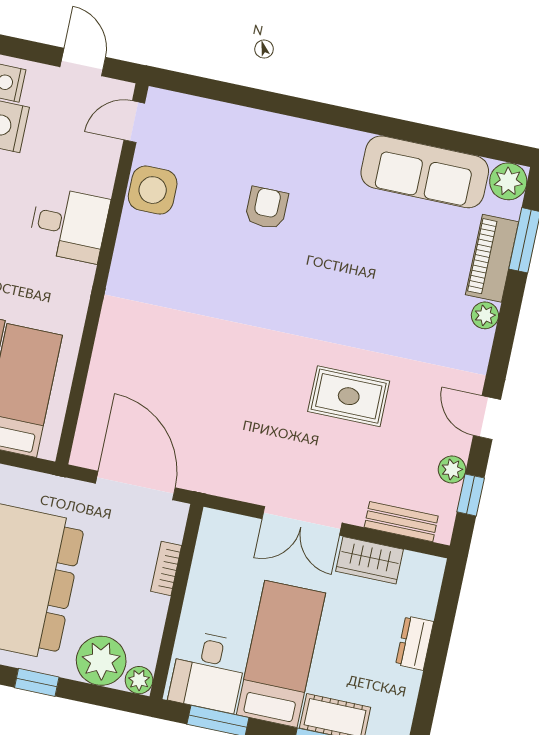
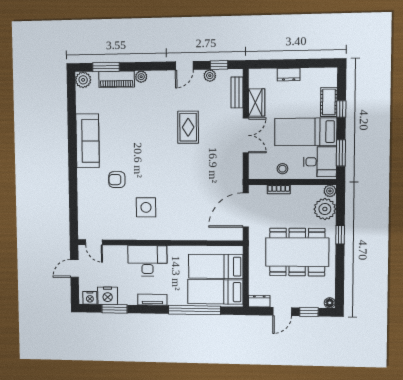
sofa: (425, 172) -> (88, 141), moved
side table: (153, 190) -> (146, 207), moved
desk: (69, 225) -> (147, 261), width x1.37
stool: (211, 586) -> (282, 169), added

